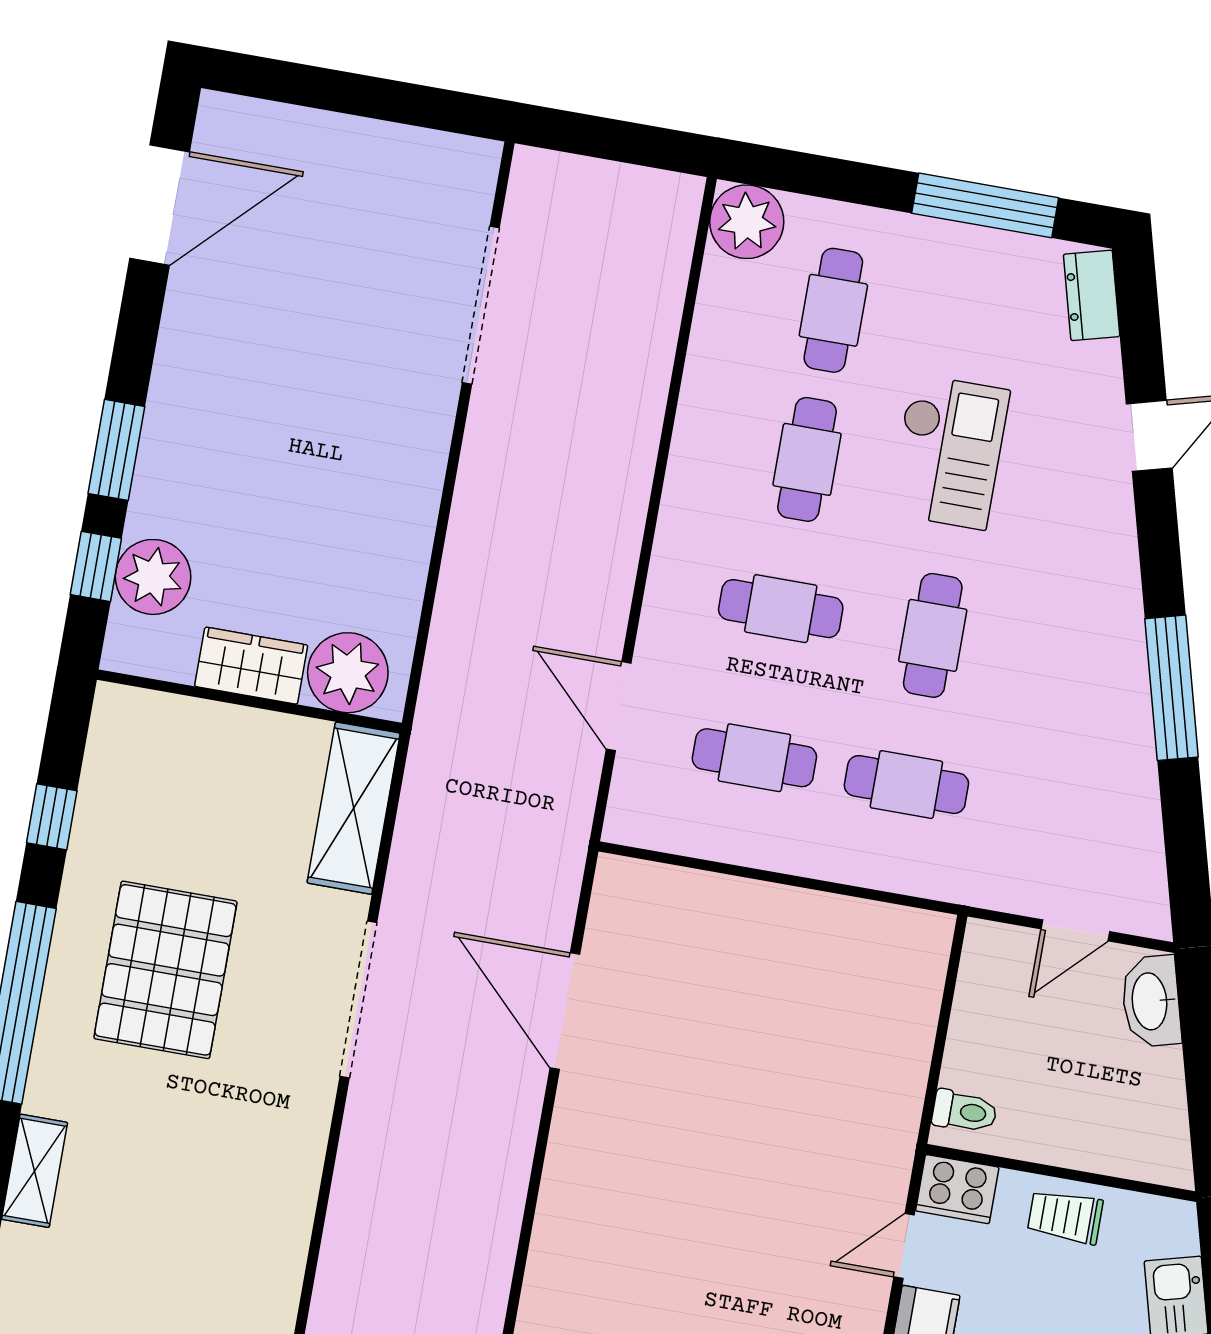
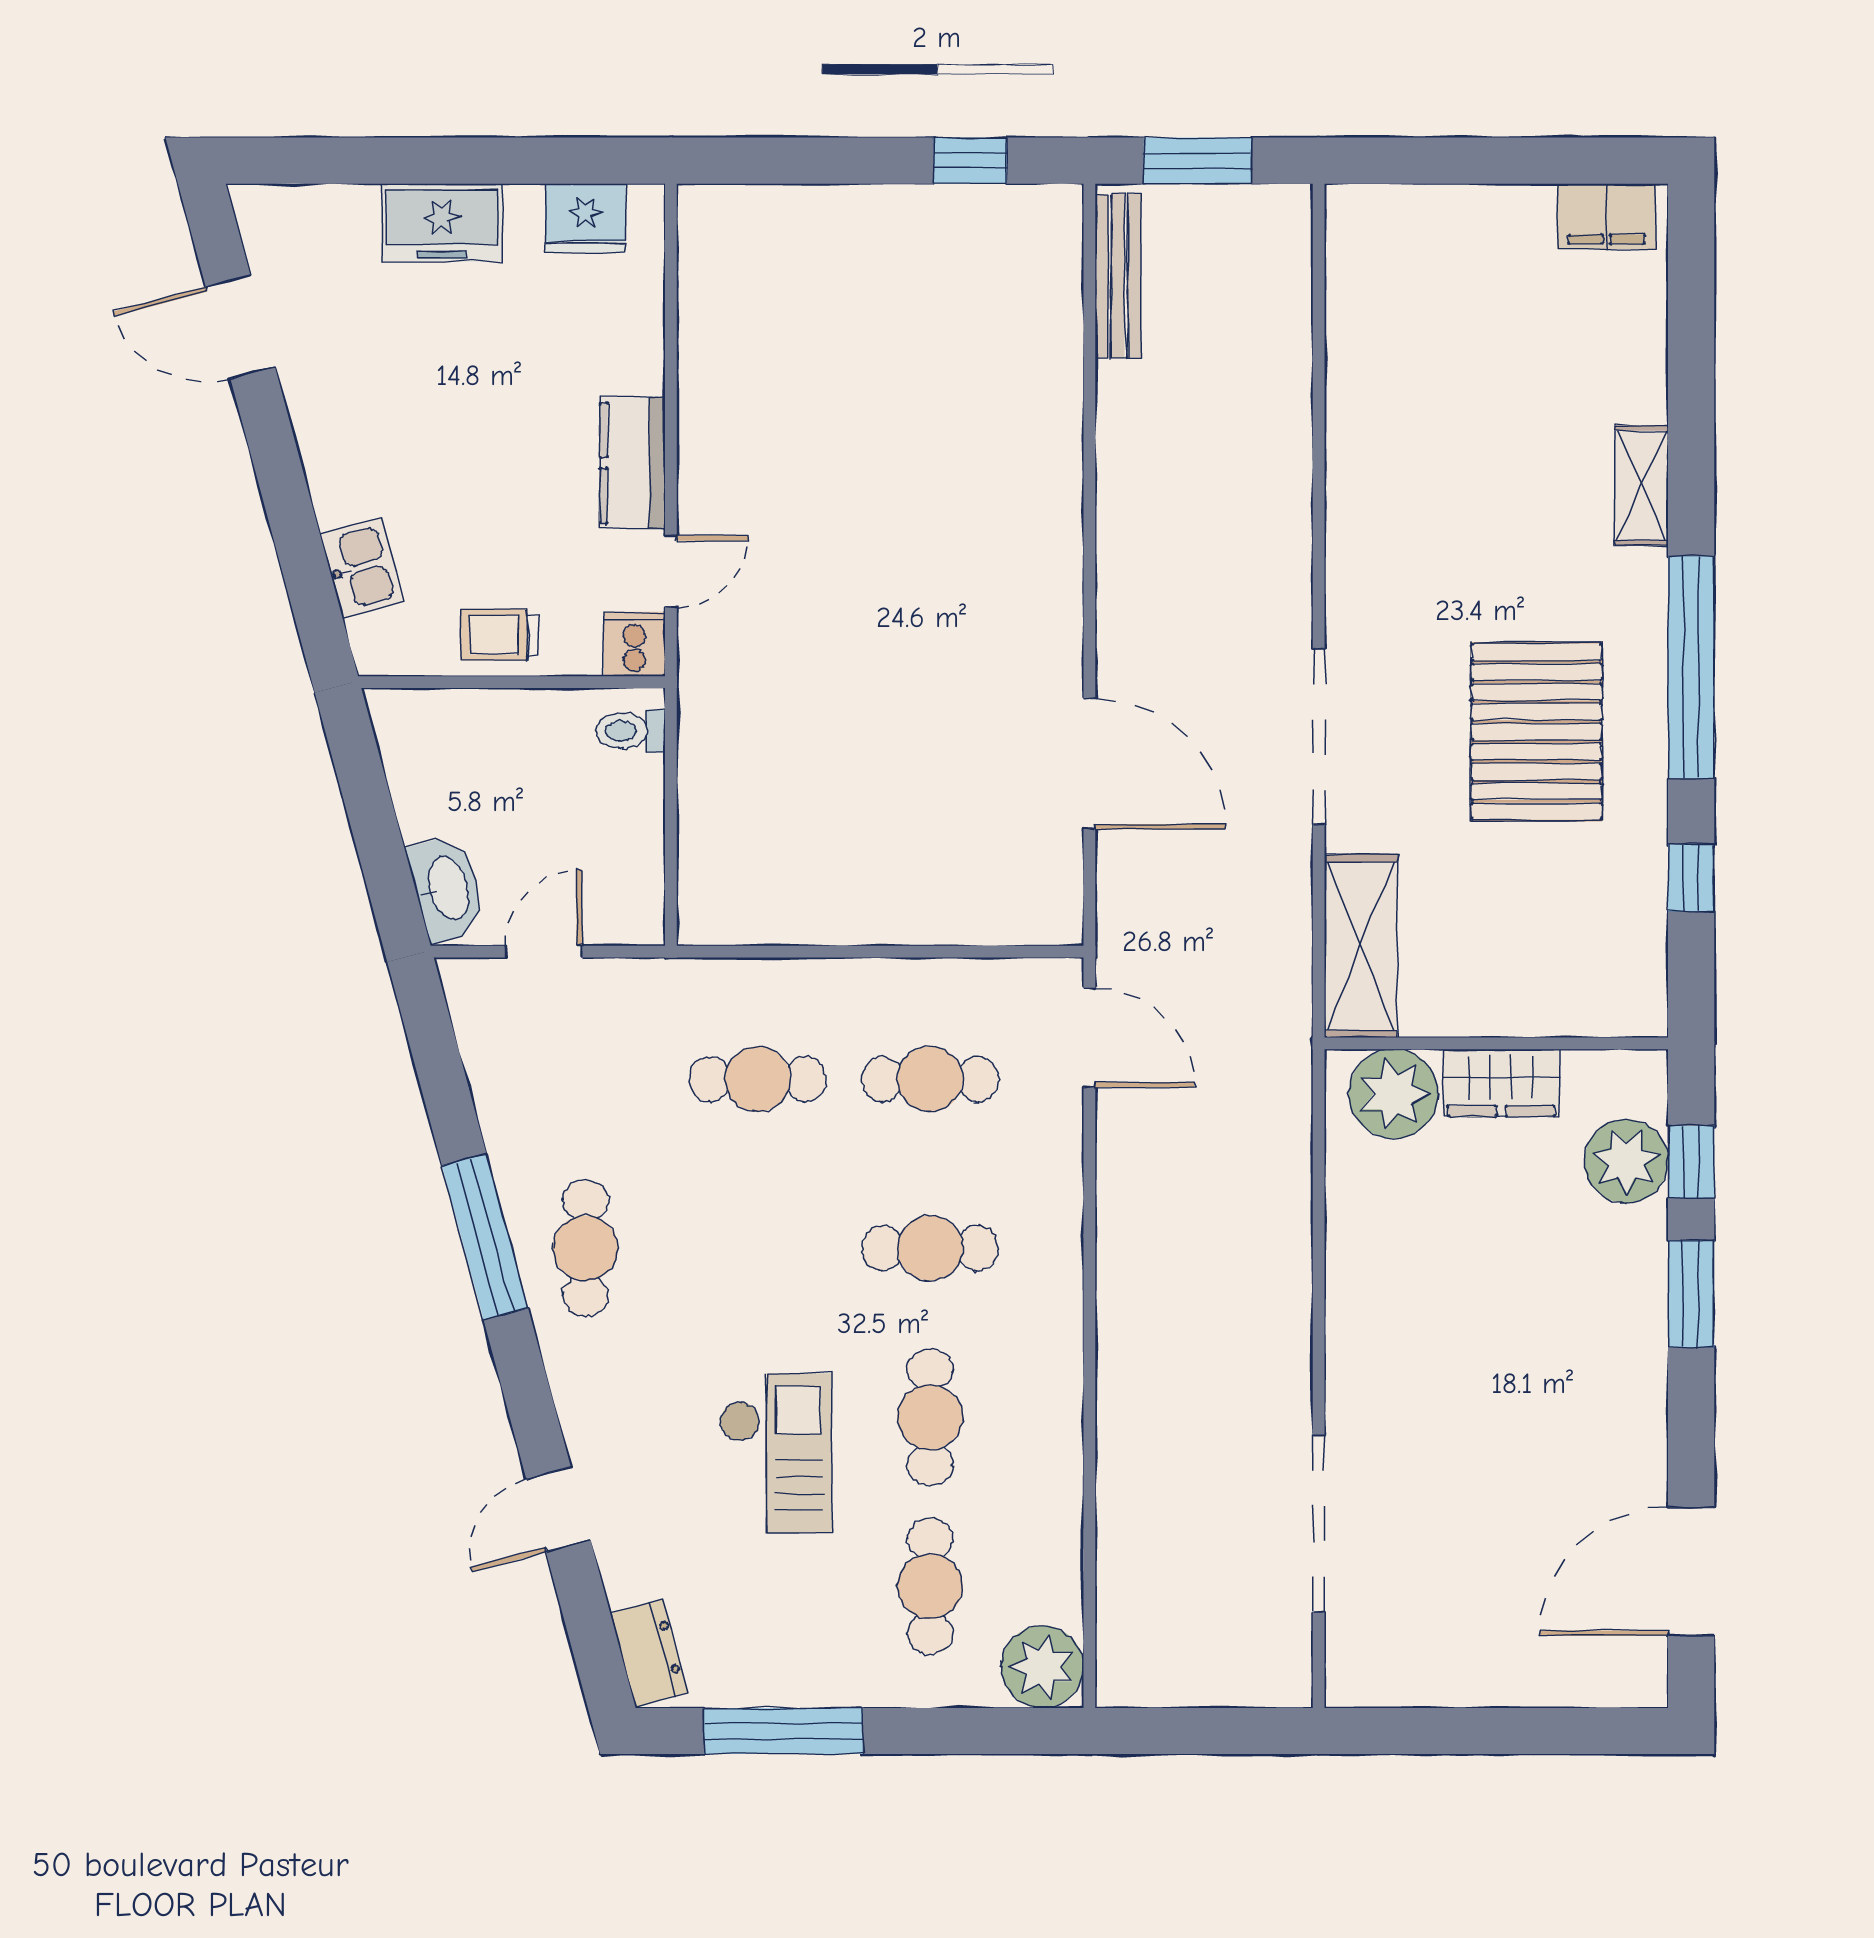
checkout: (949, 452) -> (776, 1453), turned 180
cafe table: (933, 635) -> (585, 1248), moved
door: (619, 706) -> (1089, 1038), moved
cooker: (957, 1189) -> (635, 644), width x0.73
trolley: (1065, 1217) -> (499, 635), turned 180

